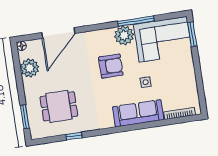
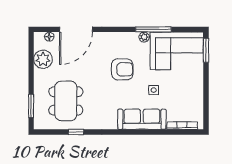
plant: (124, 35) -> (144, 37), width x0.53, depth x0.53
floor lamp: (21, 46) -> (49, 37), moved
dining table: (59, 106) -> (66, 101), width x1.38

